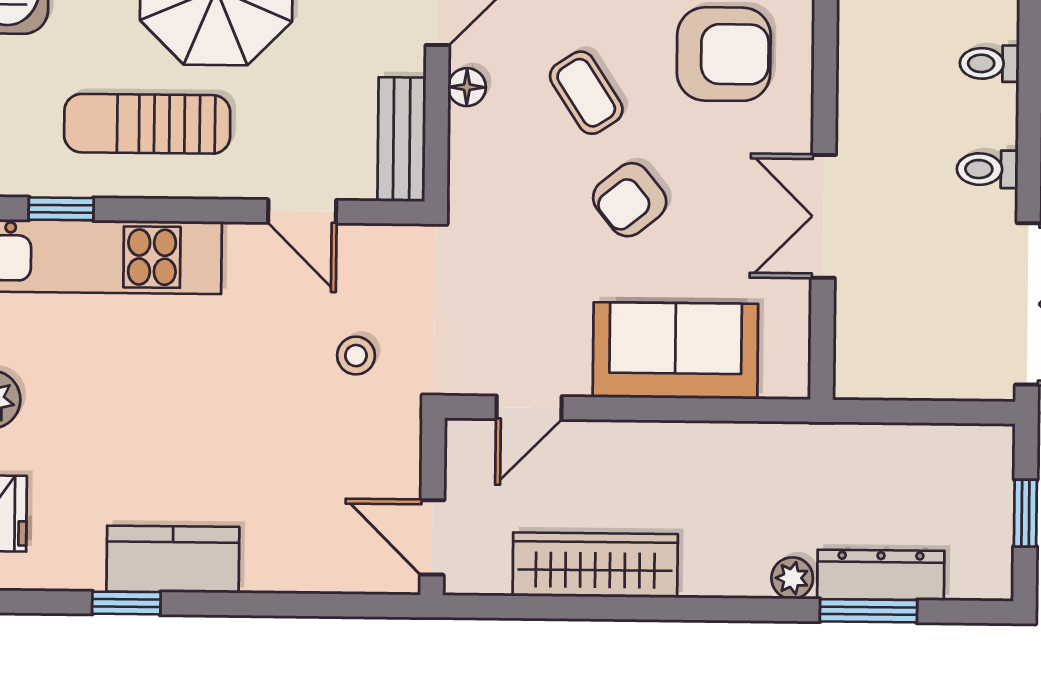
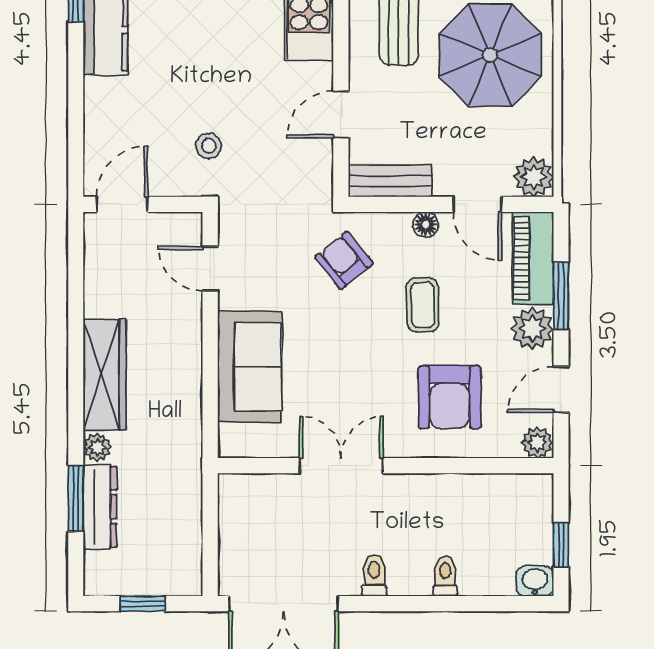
coffee table: (586, 93) -> (423, 305), turned -59
armchair: (630, 200) -> (344, 260), moved
stool: (356, 356) -> (209, 146), moved
wardrobe: (595, 565) -> (105, 375), moved

